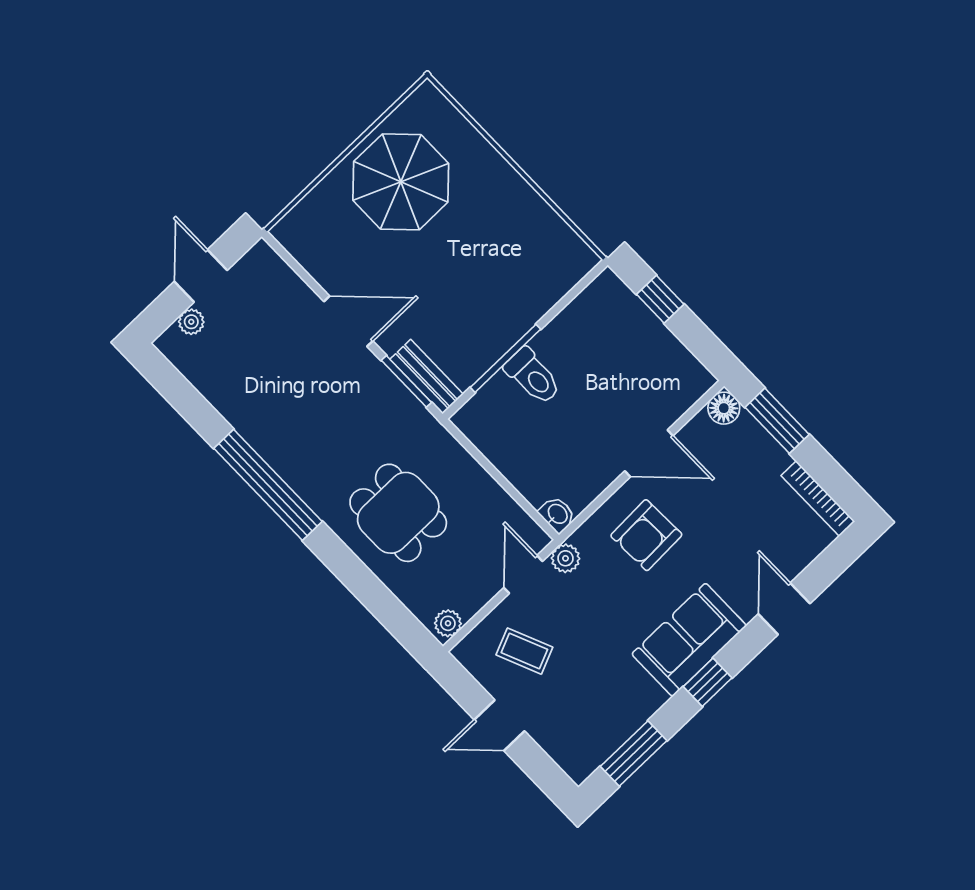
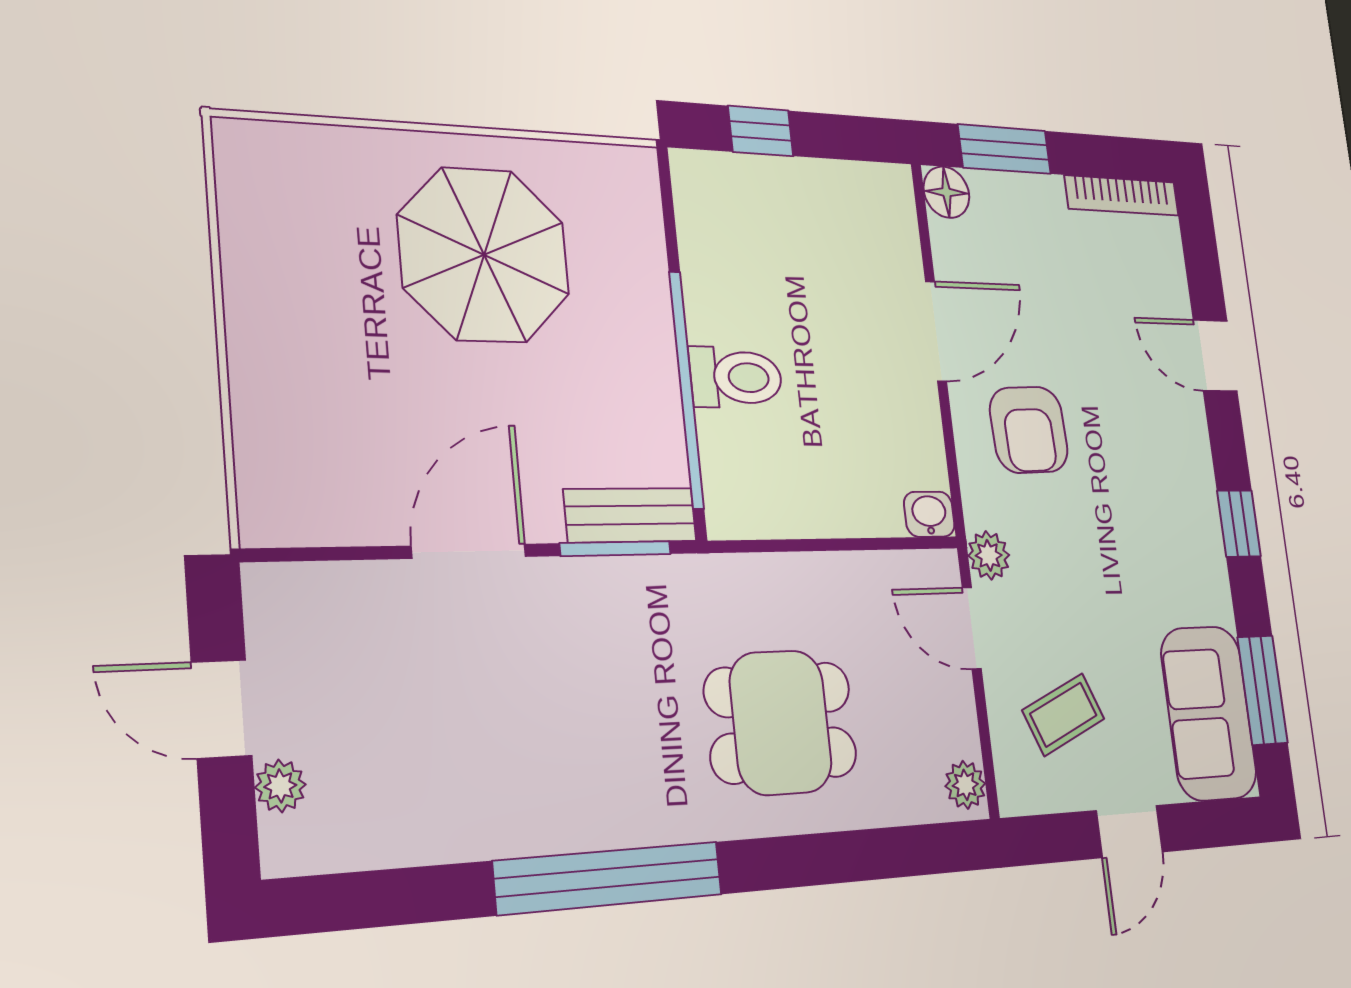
parasol: (401, 182) -> (484, 255), moved
window: (506, 358) -> (686, 389), width x1.46
sofa: (689, 640) -> (1209, 713), moved

